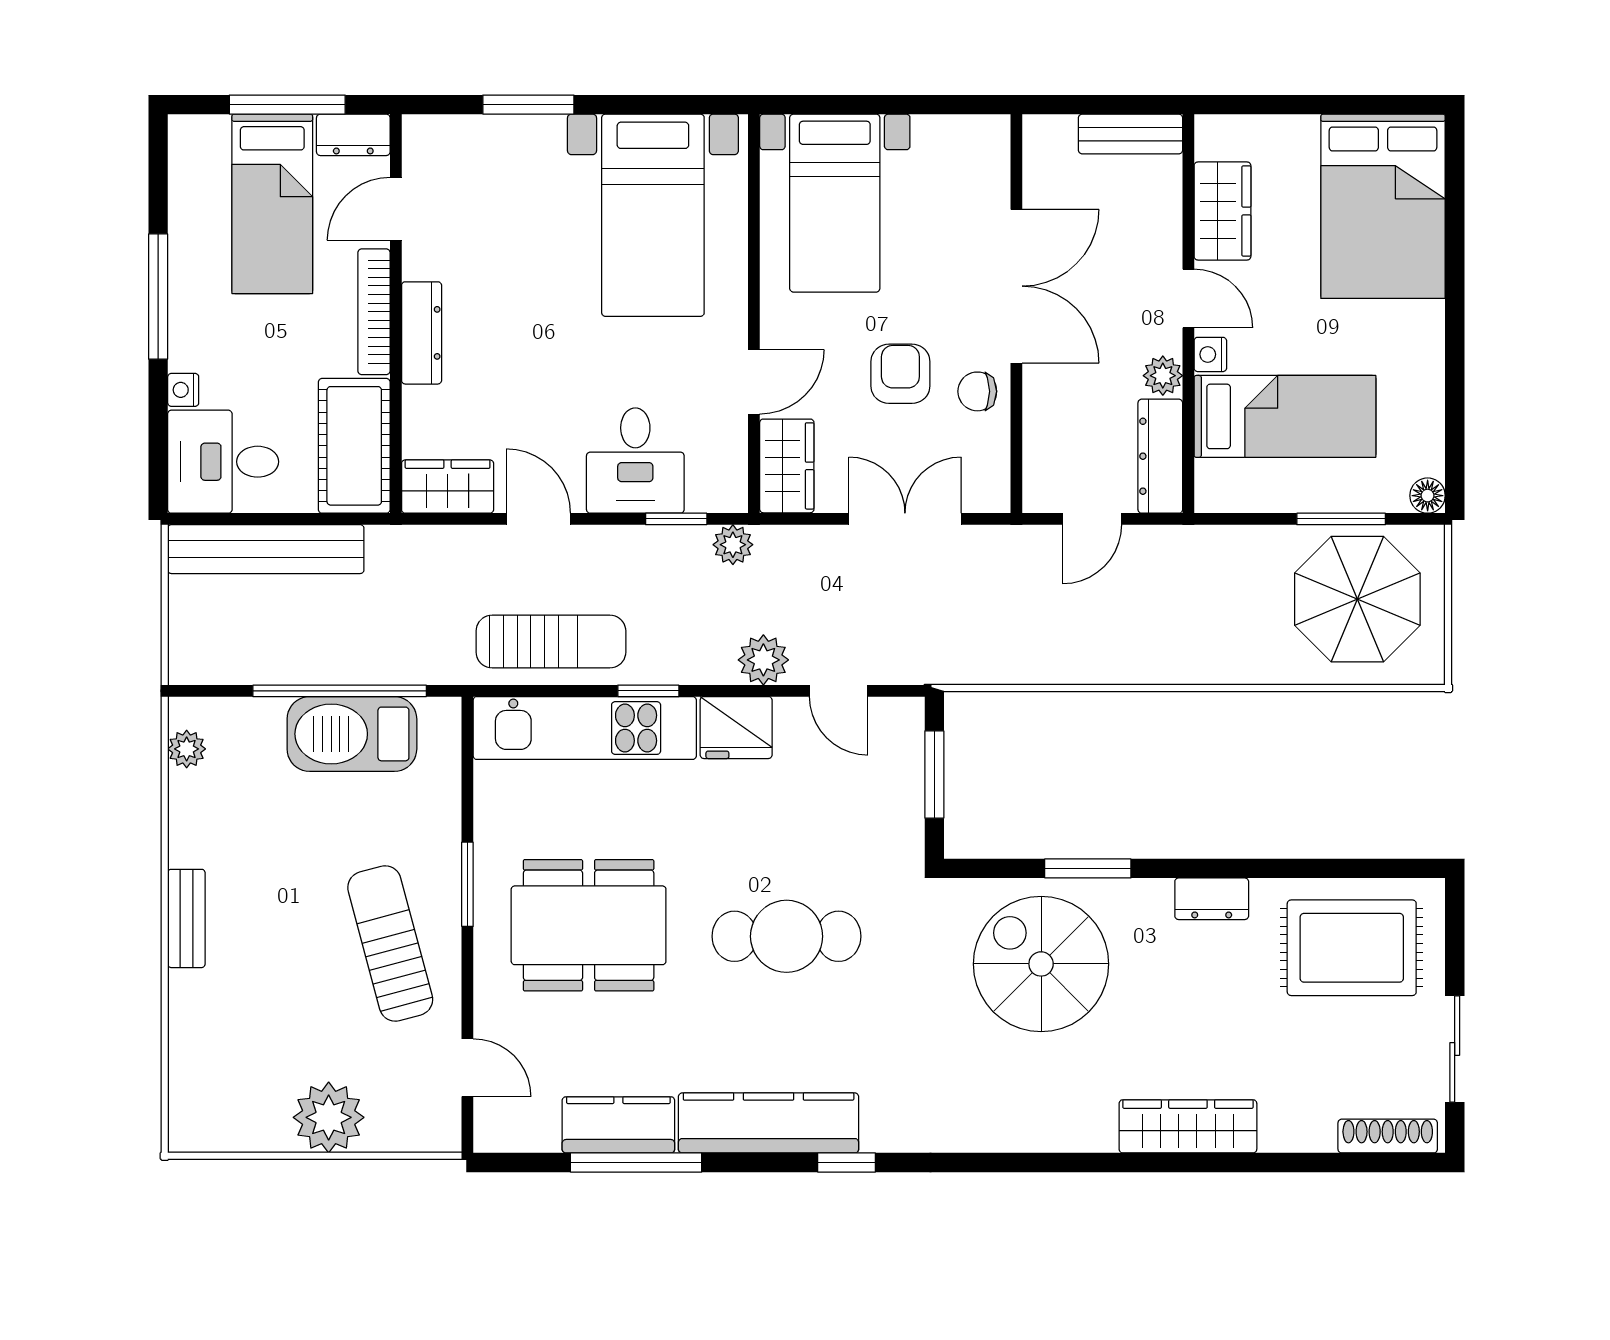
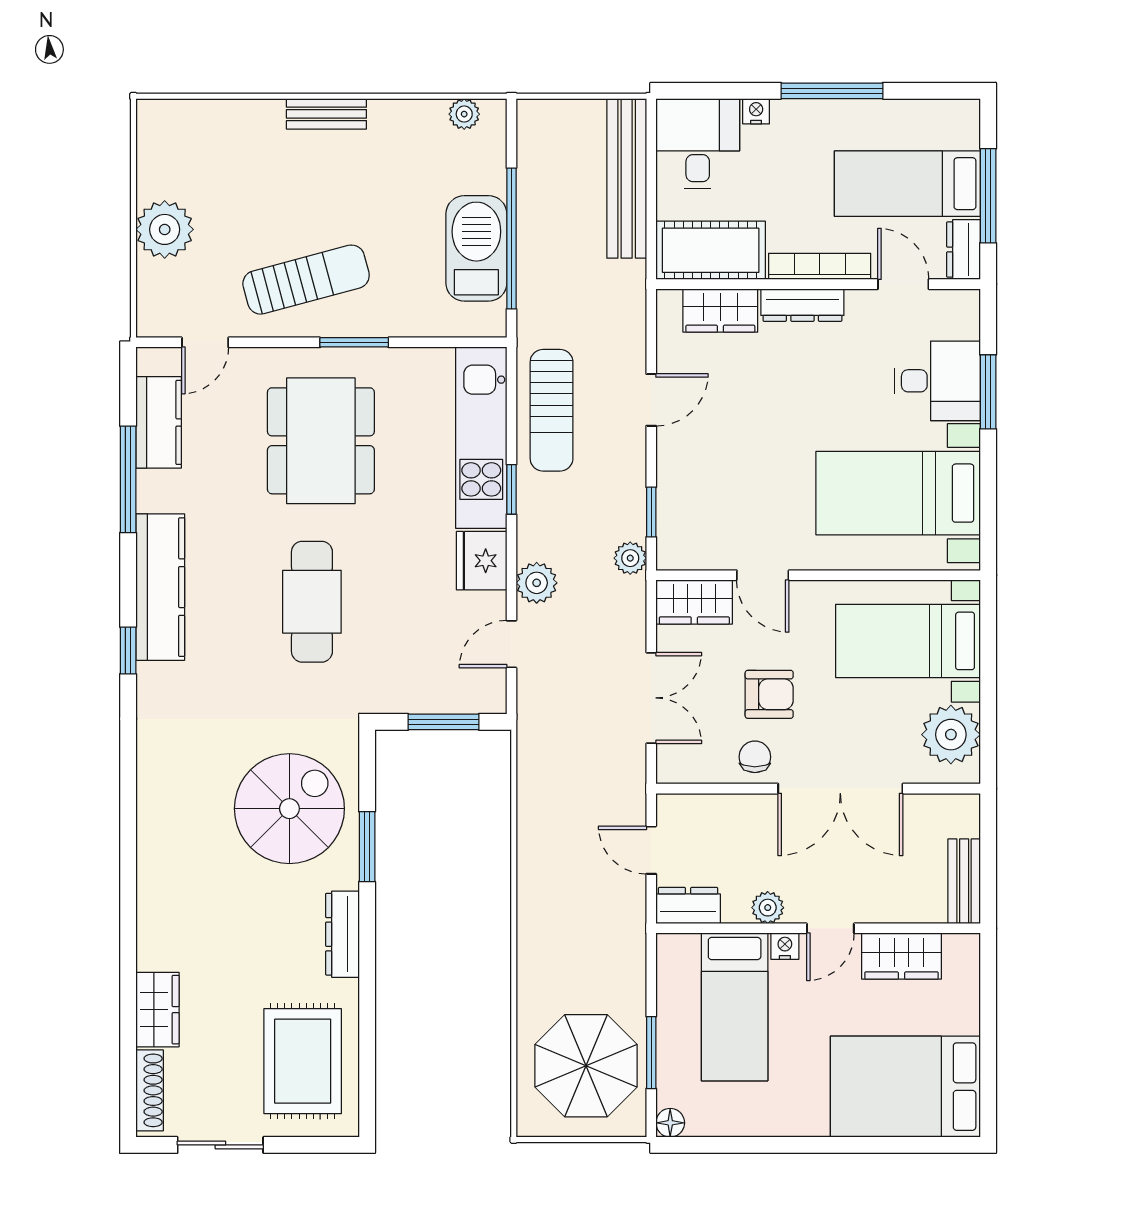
plant: (950, 150) -> (951, 735), added
dresser: (1160, 456) -> (688, 906), width x0.70
desk: (635, 461) -> (937, 381), moved, turned 180
wardrobe: (448, 487) -> (720, 310), moved, turned 90
dresser: (1212, 899) -> (342, 934), width x1.44
kitchen counter: (618, 1125) -> (159, 422), moved
wardrobe: (1188, 1126) -> (157, 1010), moved, width x0.67

